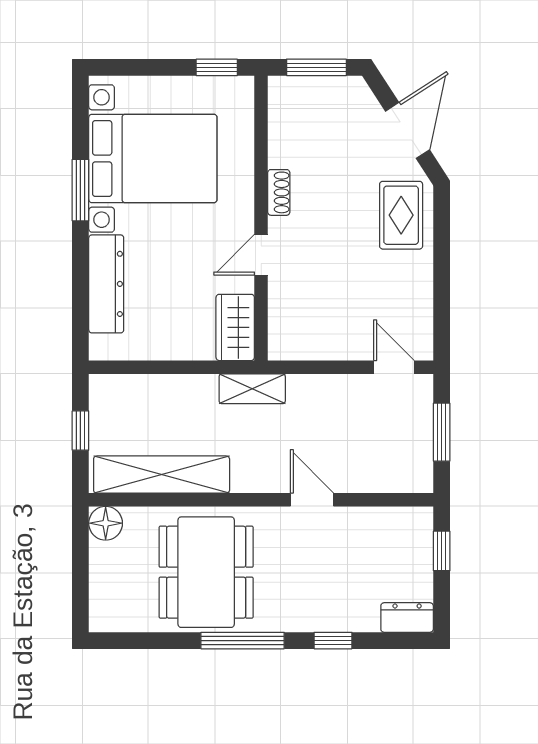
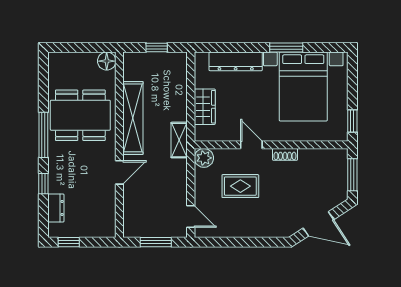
rug: (401, 215) -> (240, 186), moved
wardrobe: (235, 327) -> (205, 107), moved, turned 90
plant: (285, 343) -> (204, 158), added
door: (394, 367) -> (191, 217), hinge flipped
shelving: (162, 475) -> (133, 118), moved
window: (442, 551) -> (69, 242), moved
dresser: (407, 617) -> (56, 208), moved

